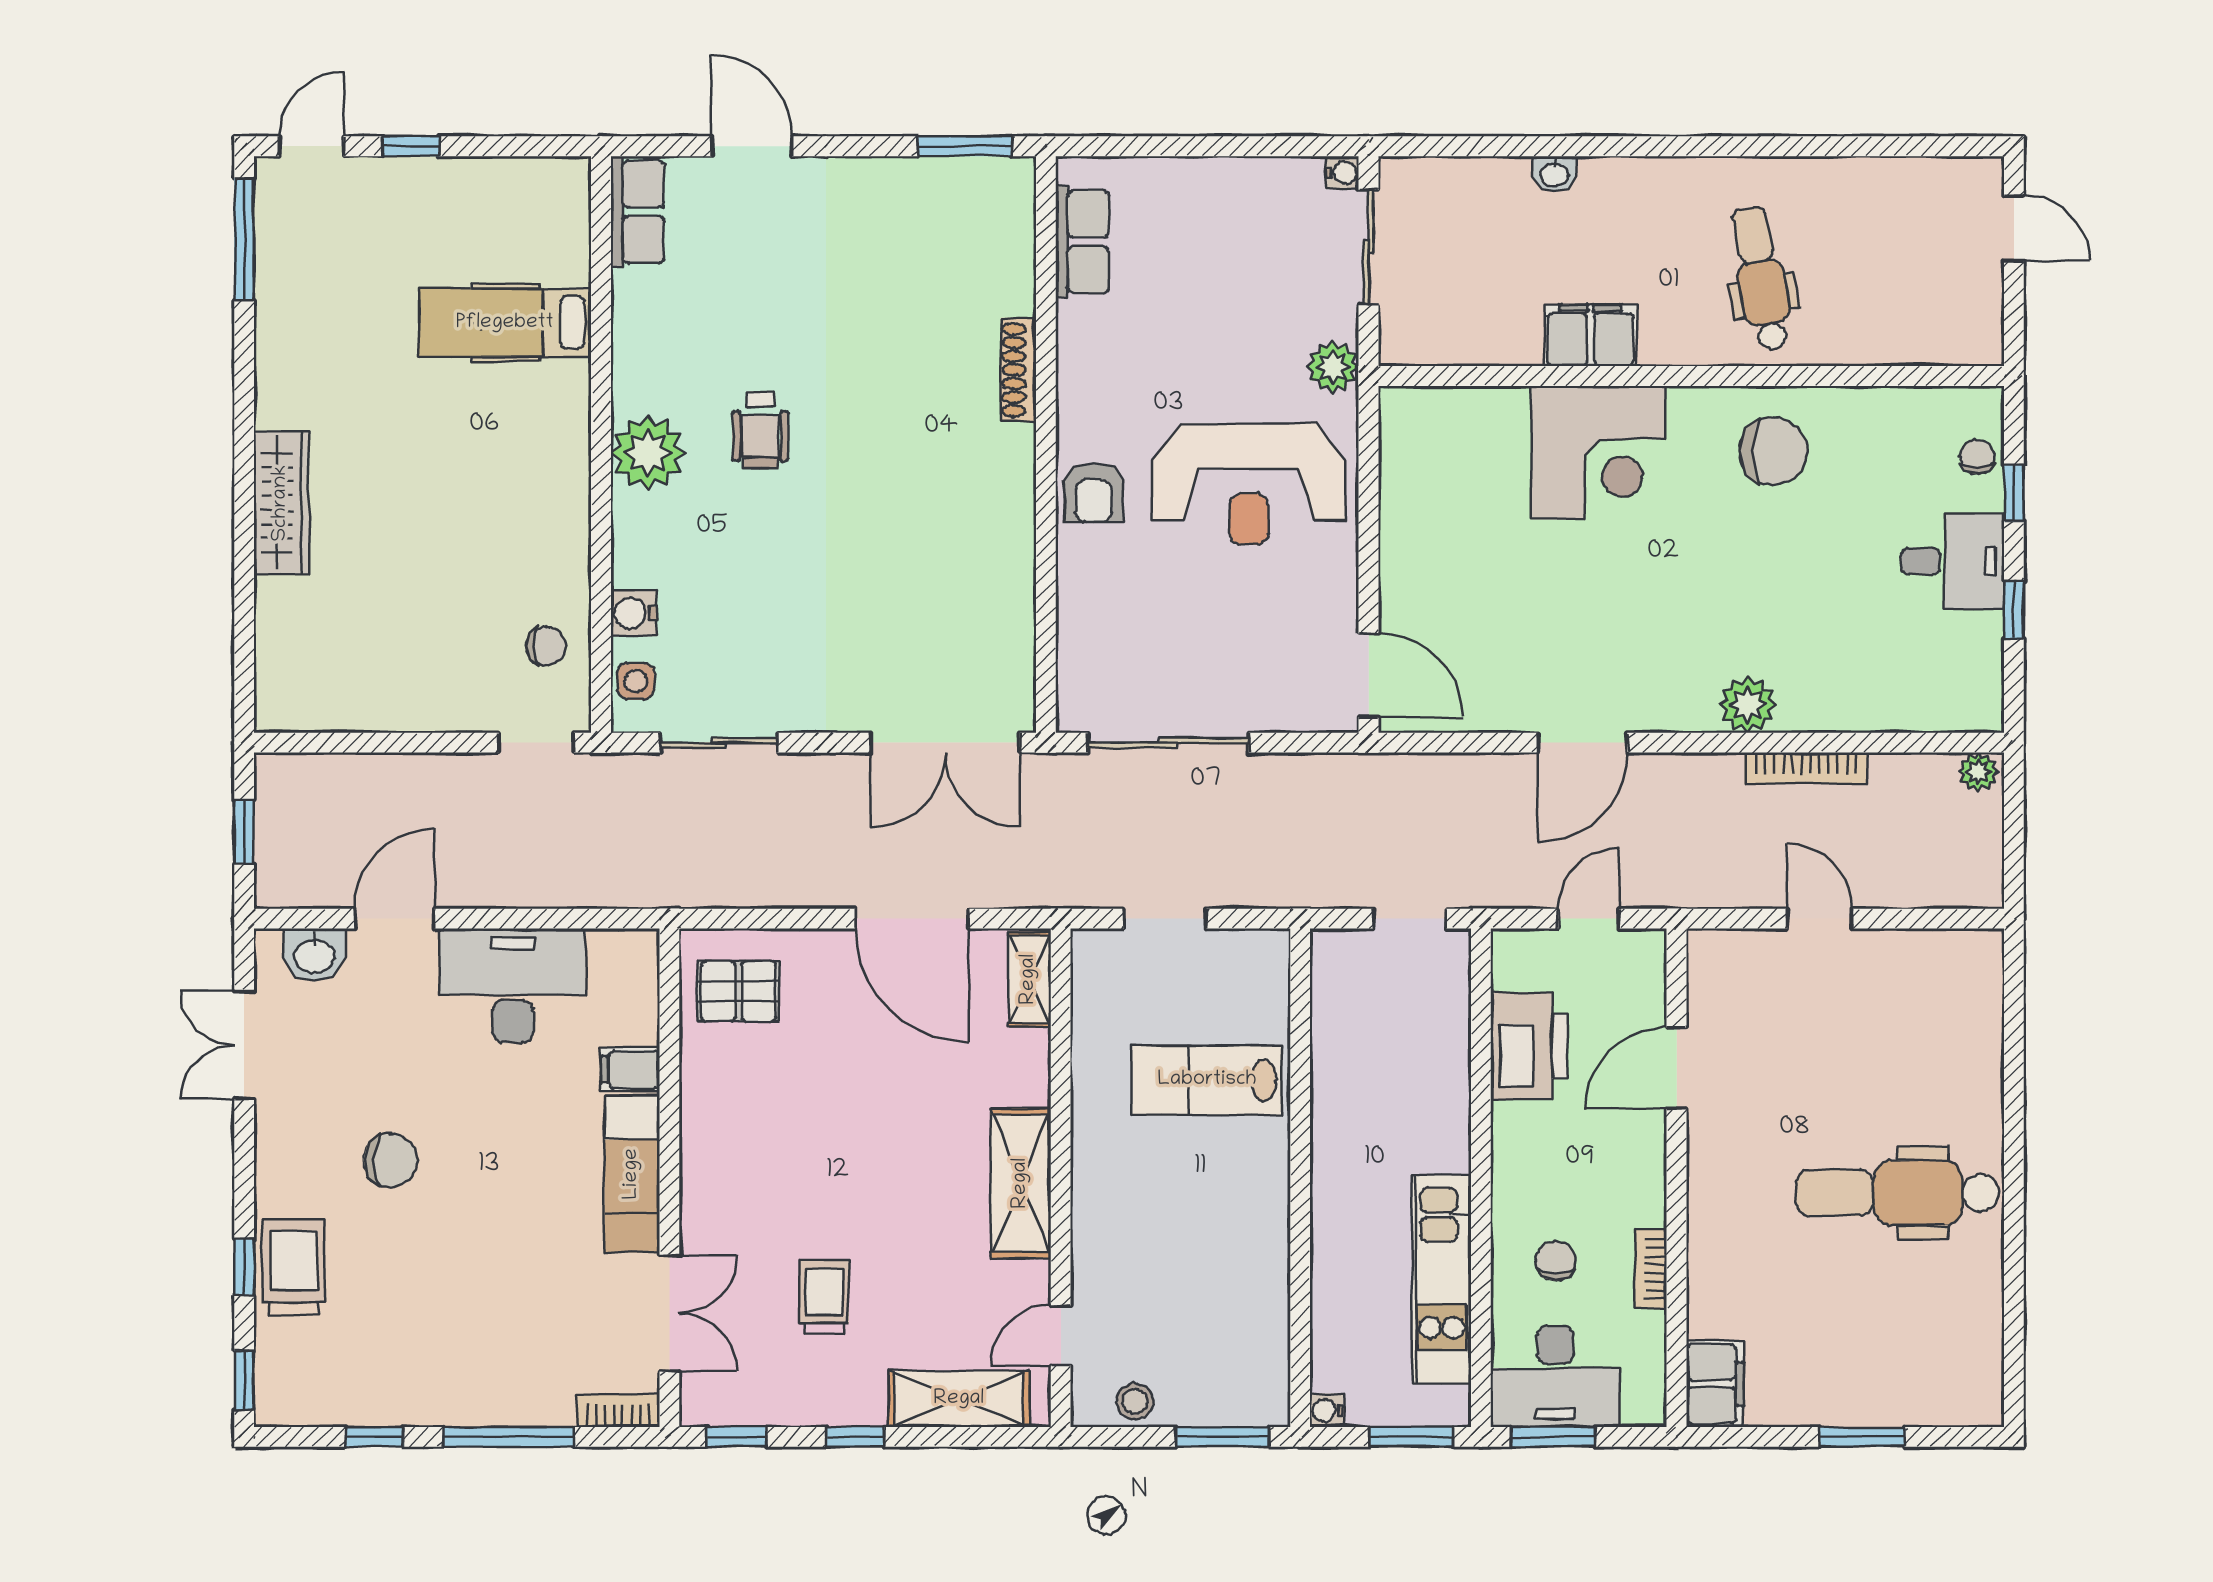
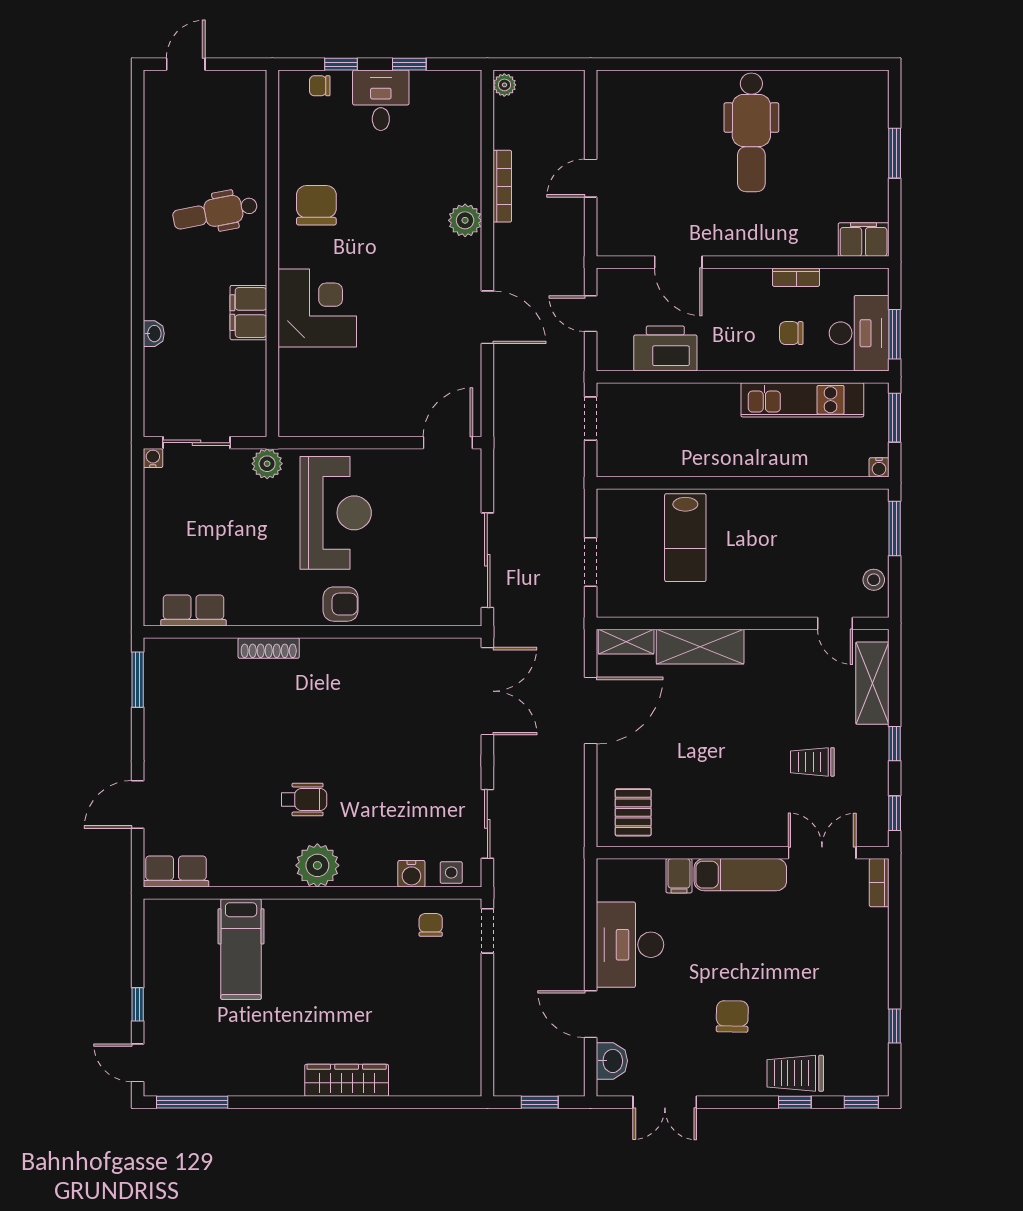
shelving: (1021, 1183) -> (700, 647), moved
window: (508, 1437) -> (895, 947), removed

